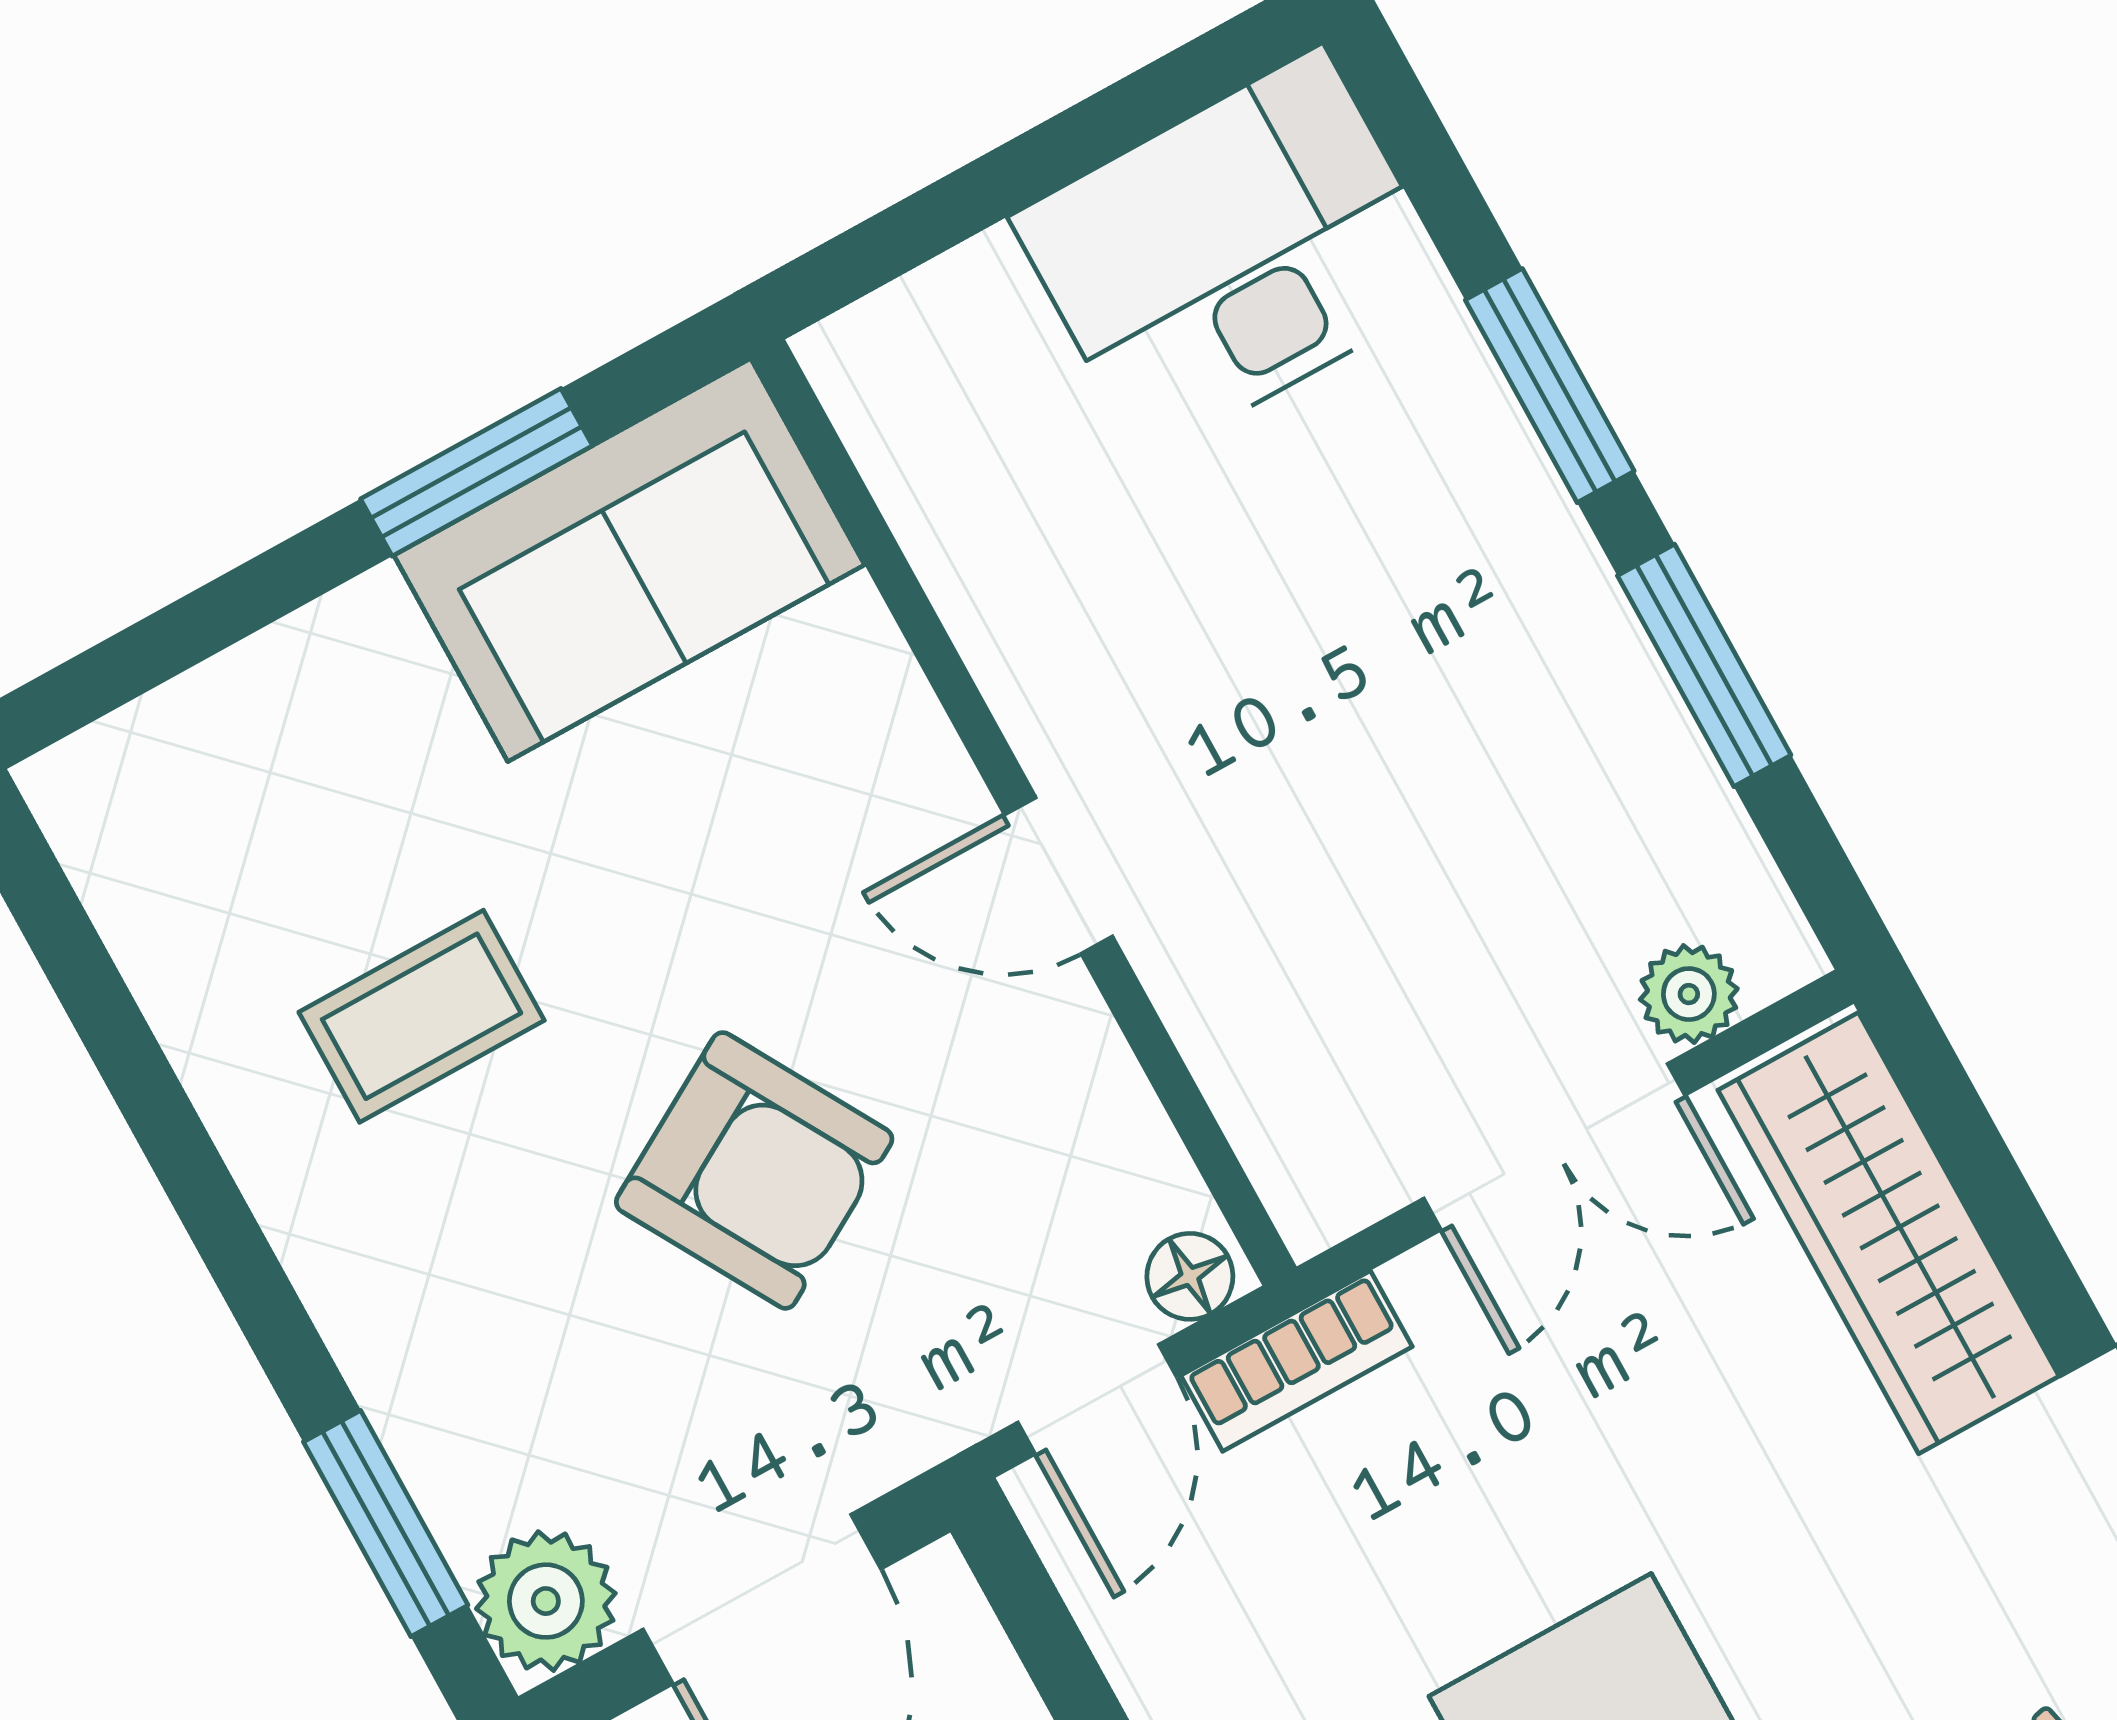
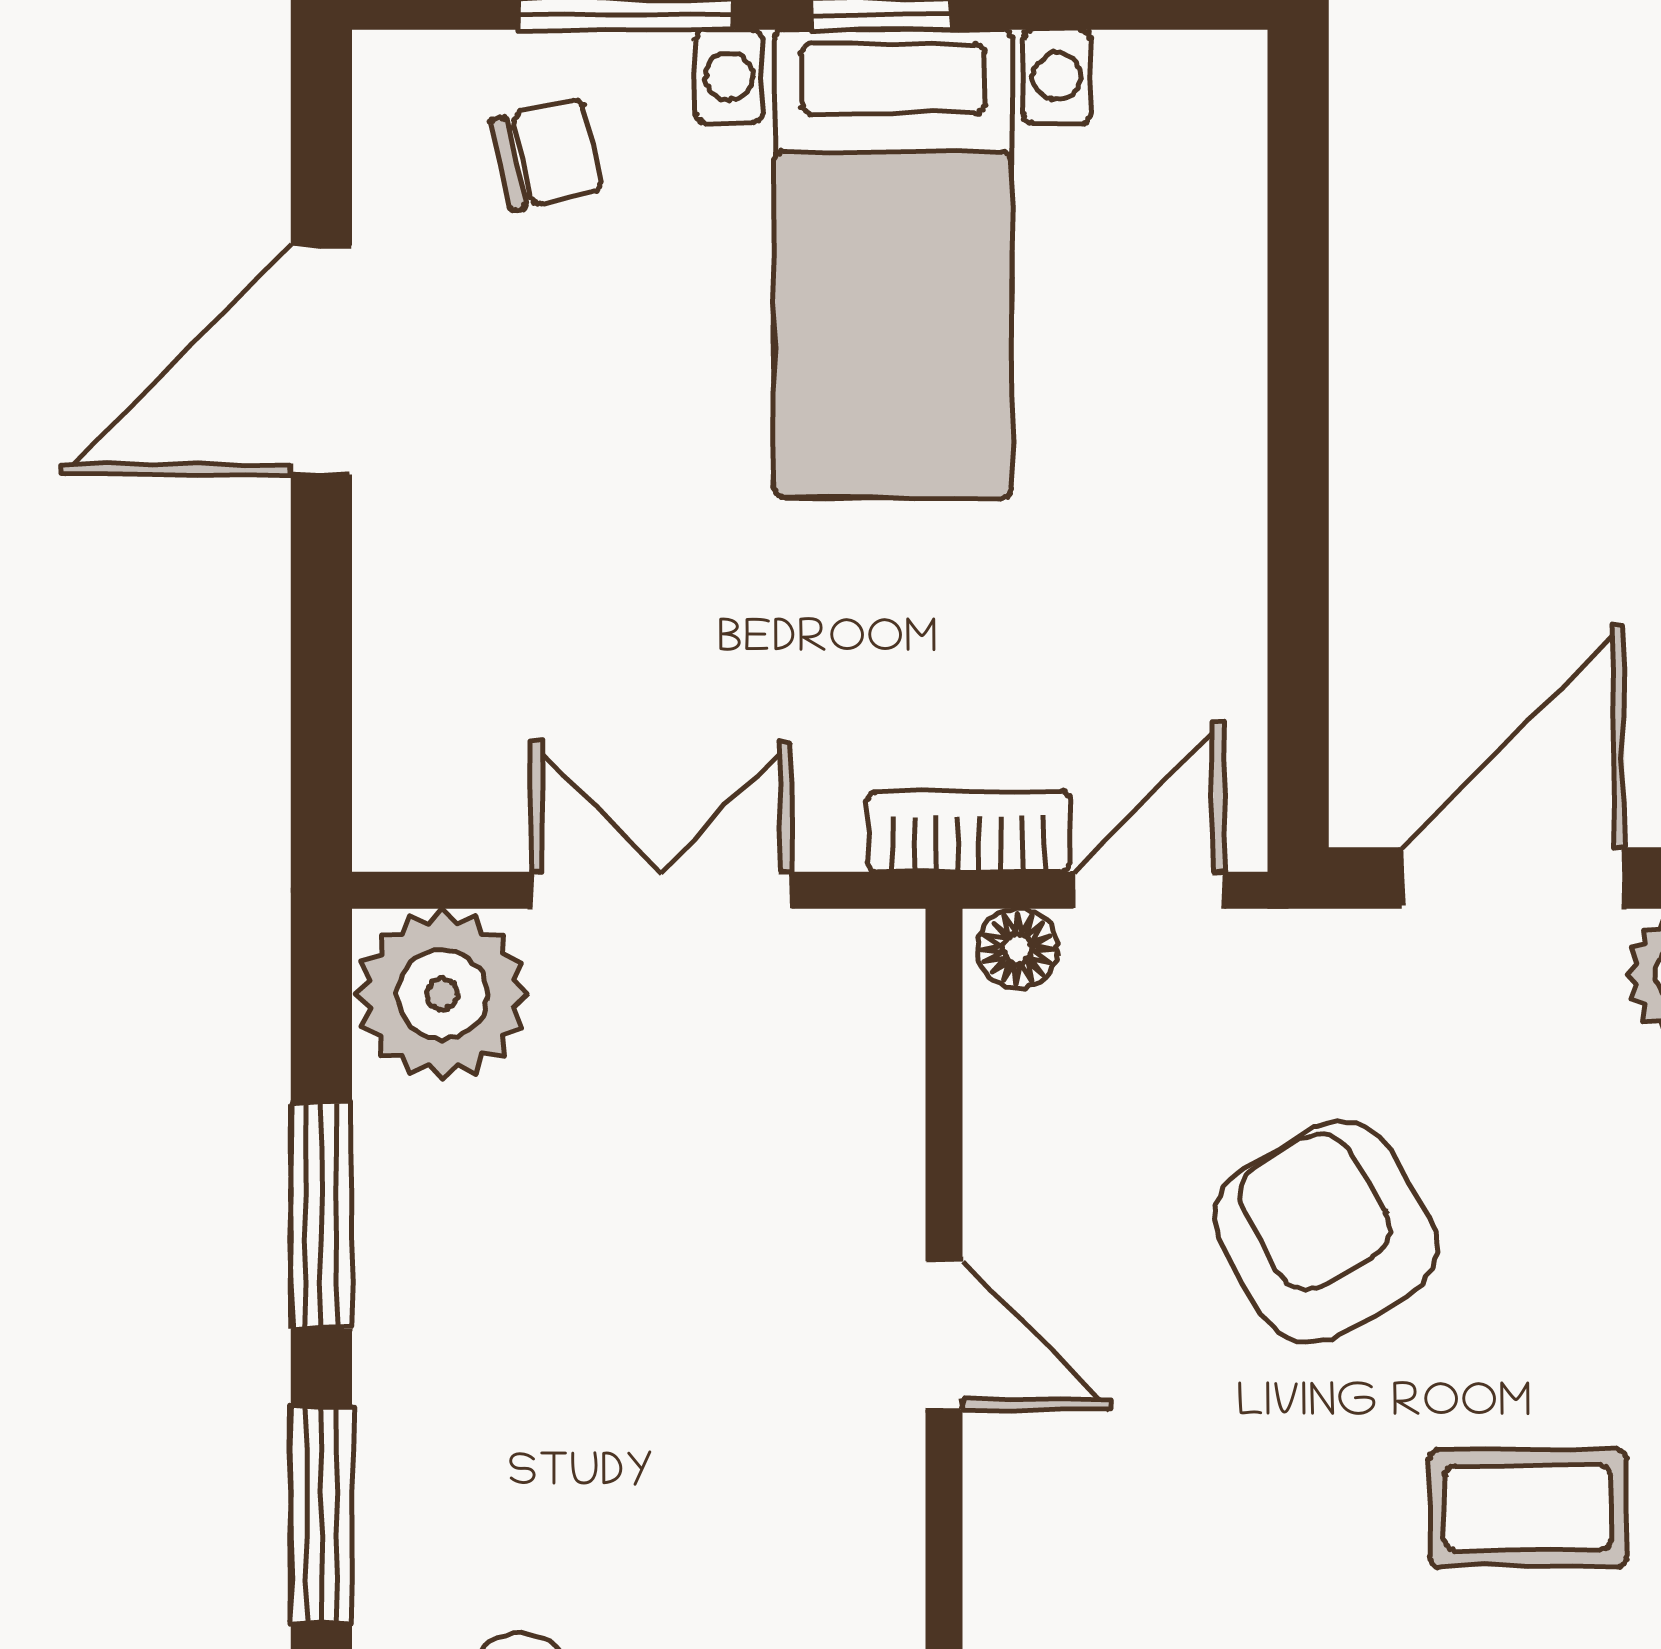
plant: (1689, 994) -> (442, 994), width x1.88, depth x1.88
wardrobe: (1889, 1233) -> (427, 669), removed

